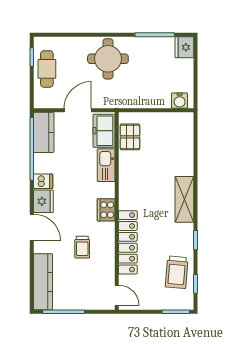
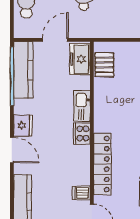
kitchen counter: (44, 132) -> (23, 70), width x1.50
kitchen sink: (106, 165) -> (82, 106), moved
dishwasher: (43, 181) -> (81, 193), moved, turned 180
trolley: (82, 247) -> (59, 169), removed

